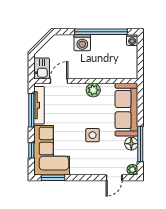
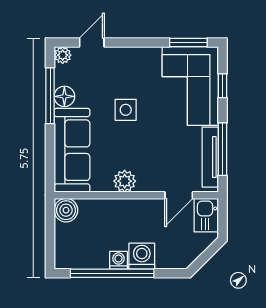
washing machine: (132, 40) -> (118, 260), moved
boiler: (130, 72) -> (66, 210), added

